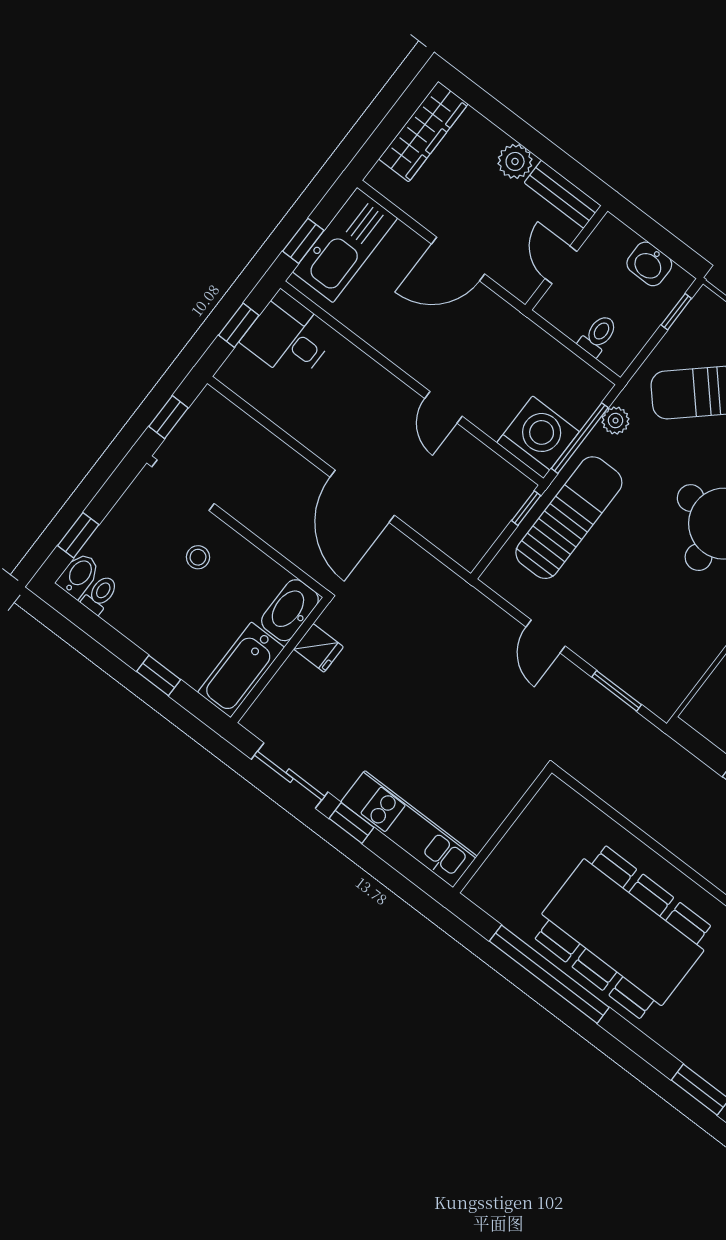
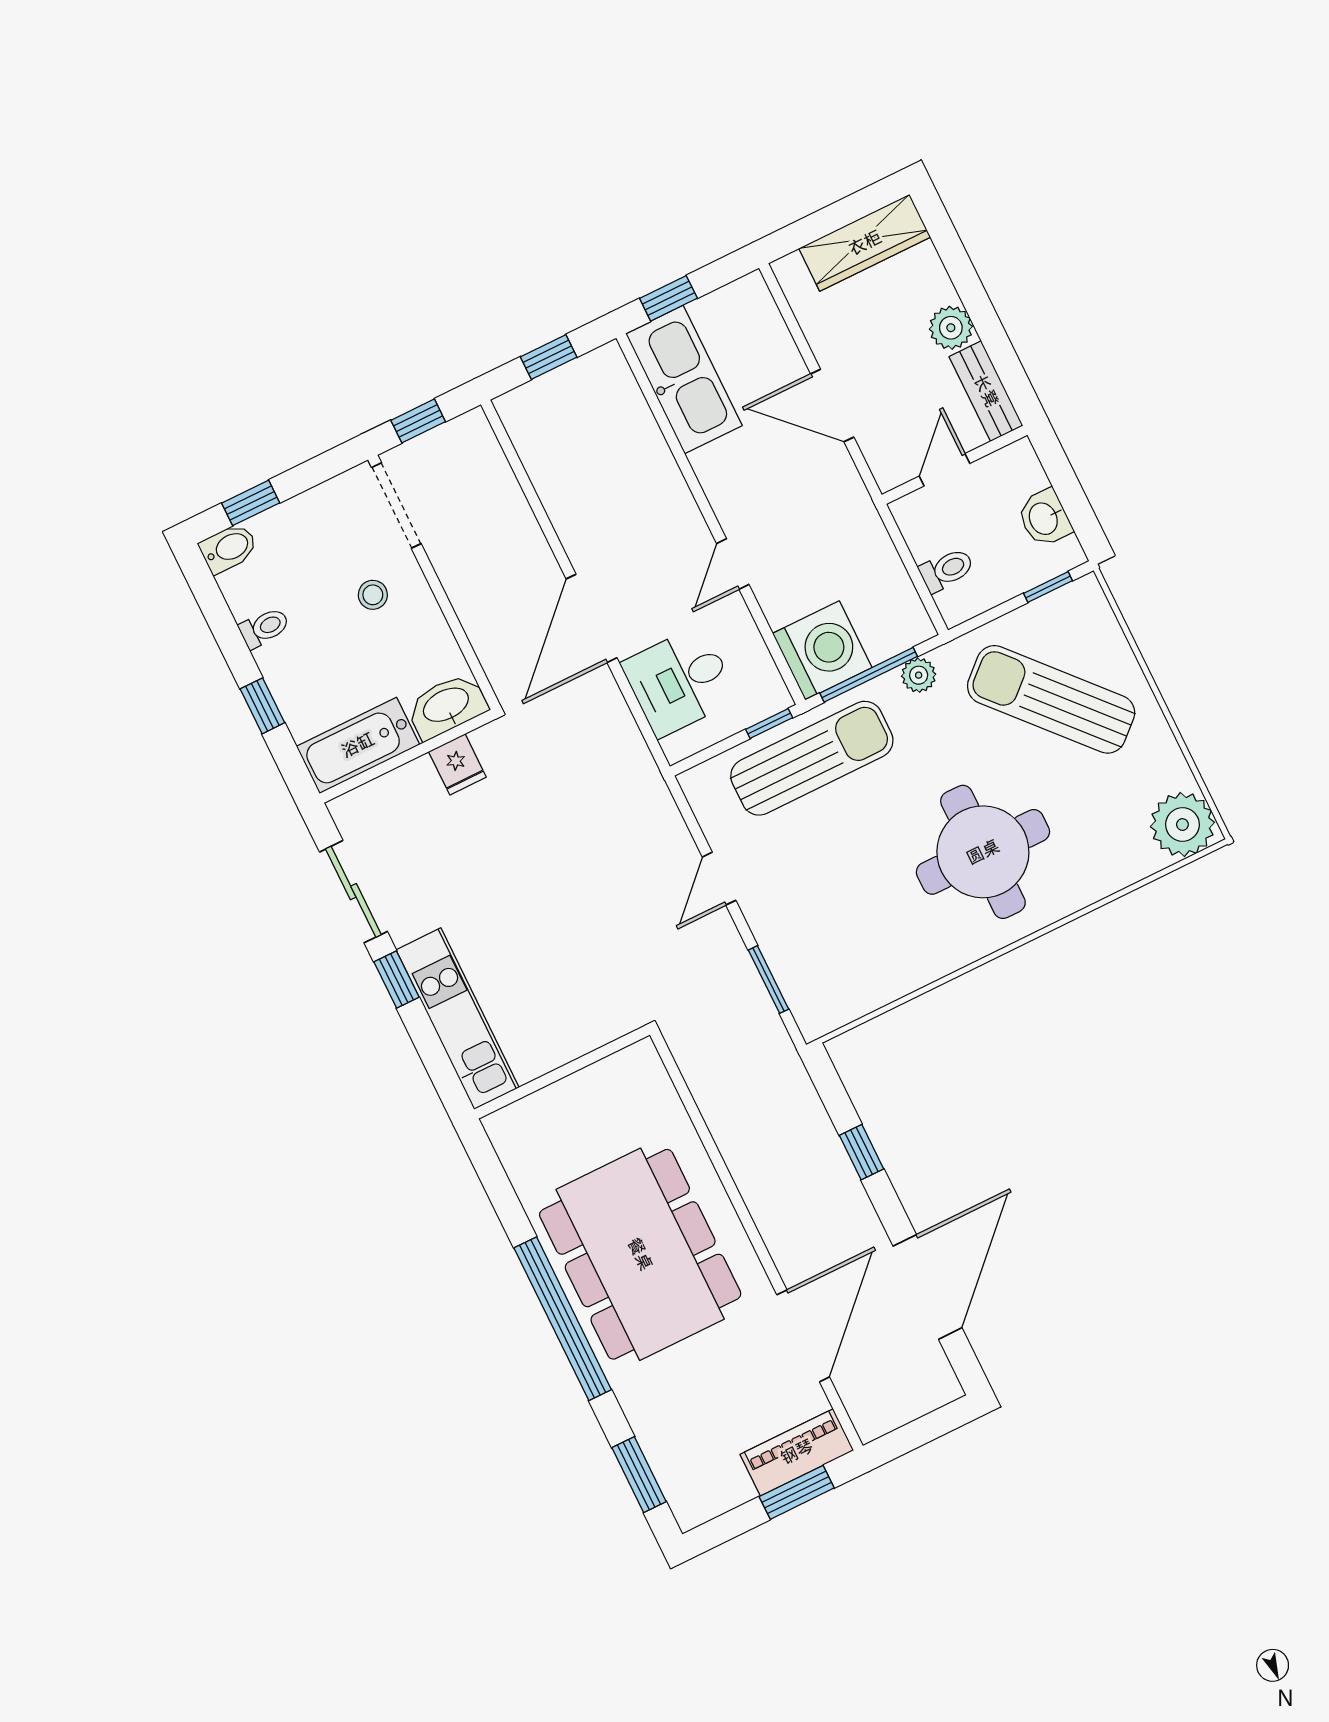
kitchen sink: (345, 245) -> (684, 379), moved, turned -90
desk: (289, 337) -> (680, 681), moved, turned -90
toilet: (100, 595) -> (264, 628), moved
window: (549, 974) -> (563, 1319), moved

